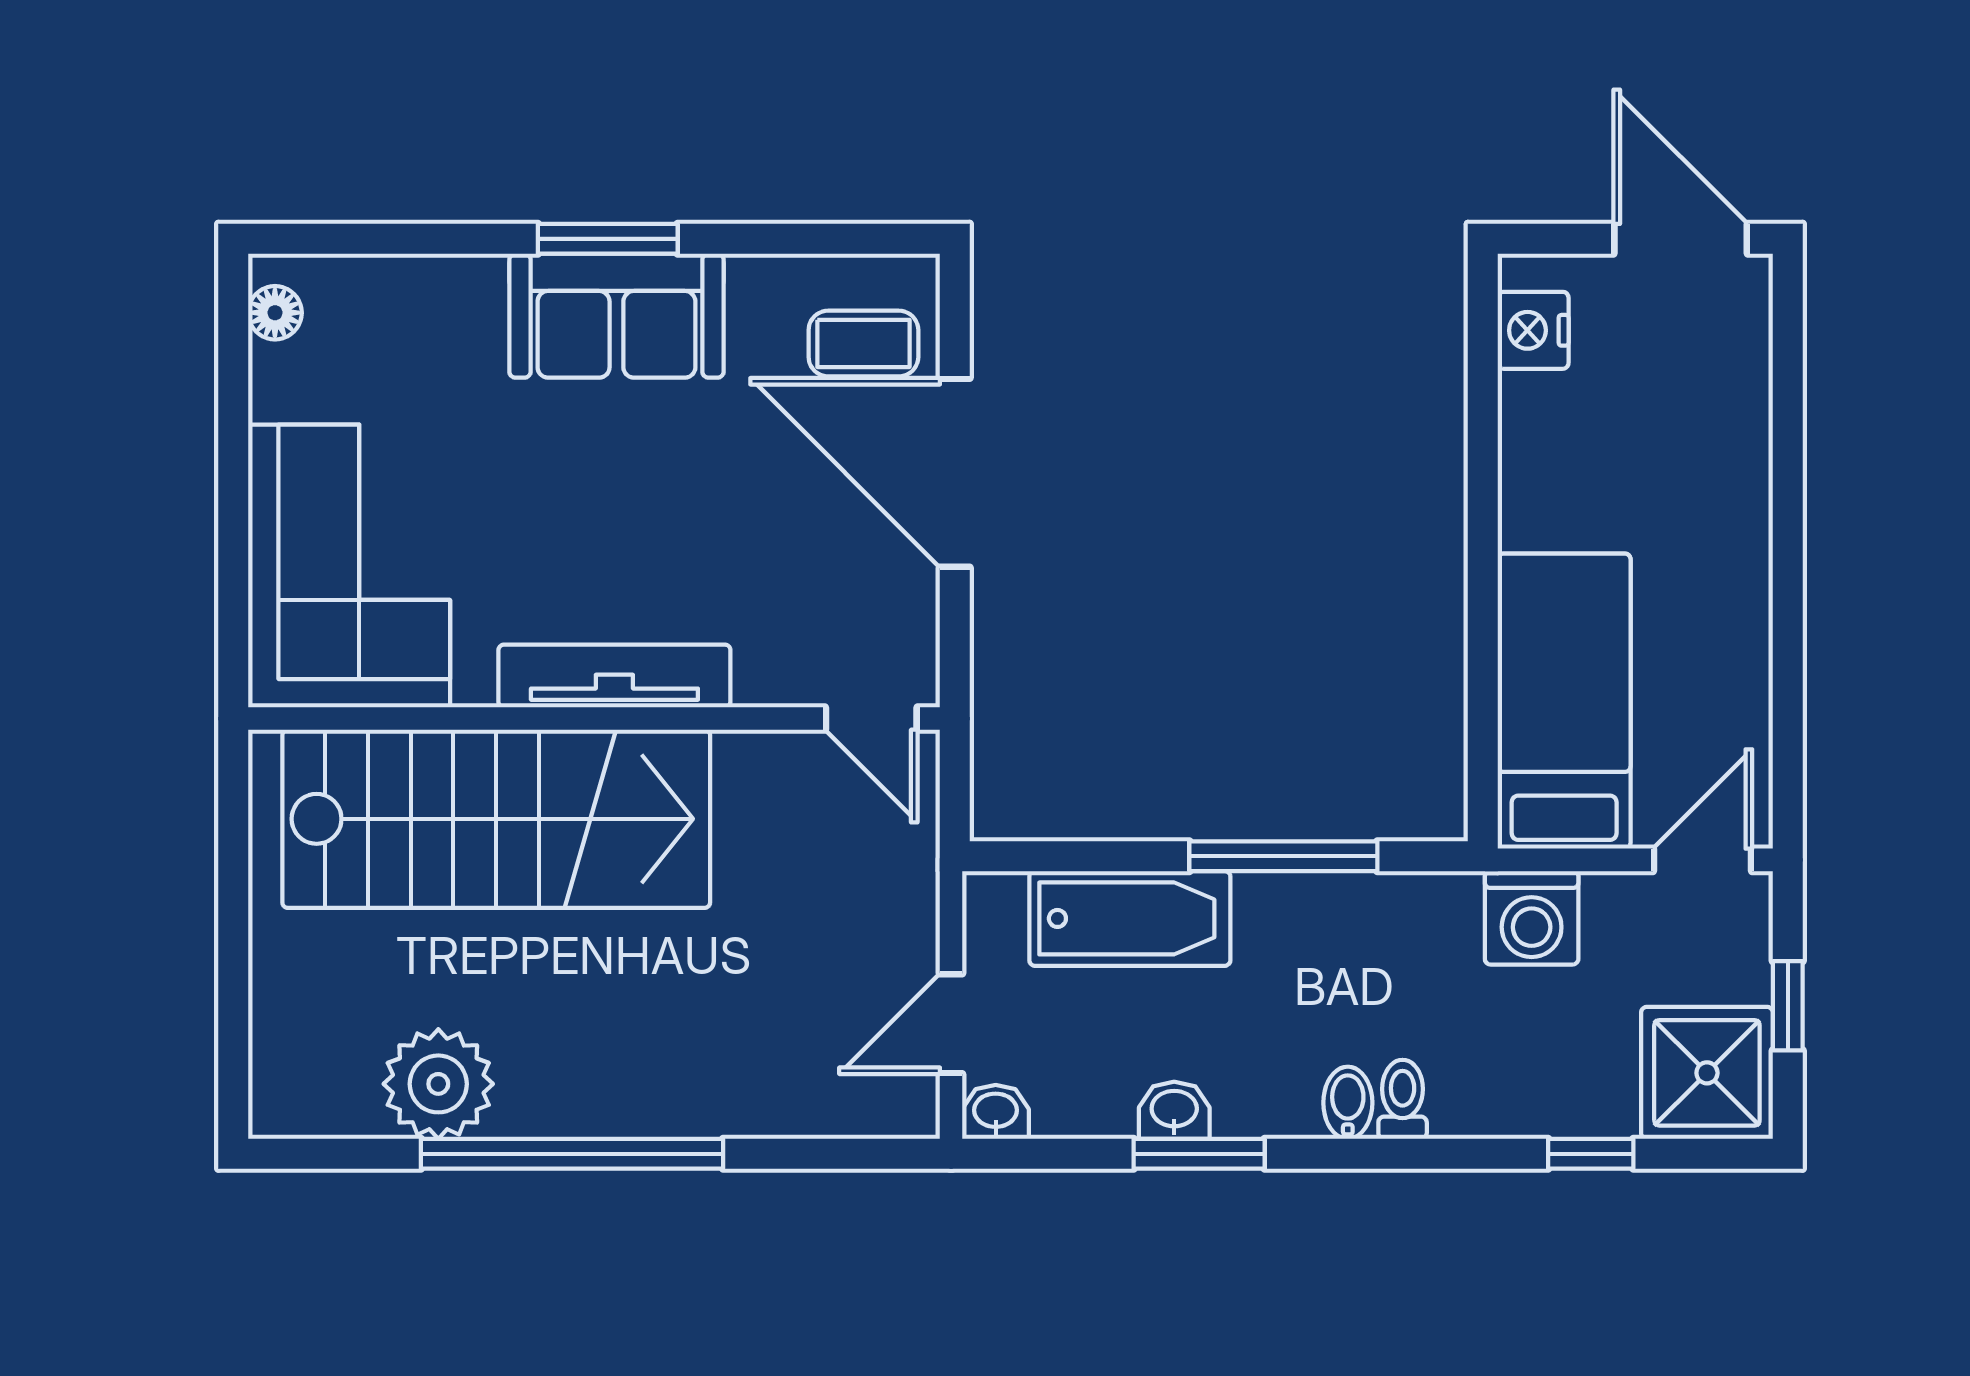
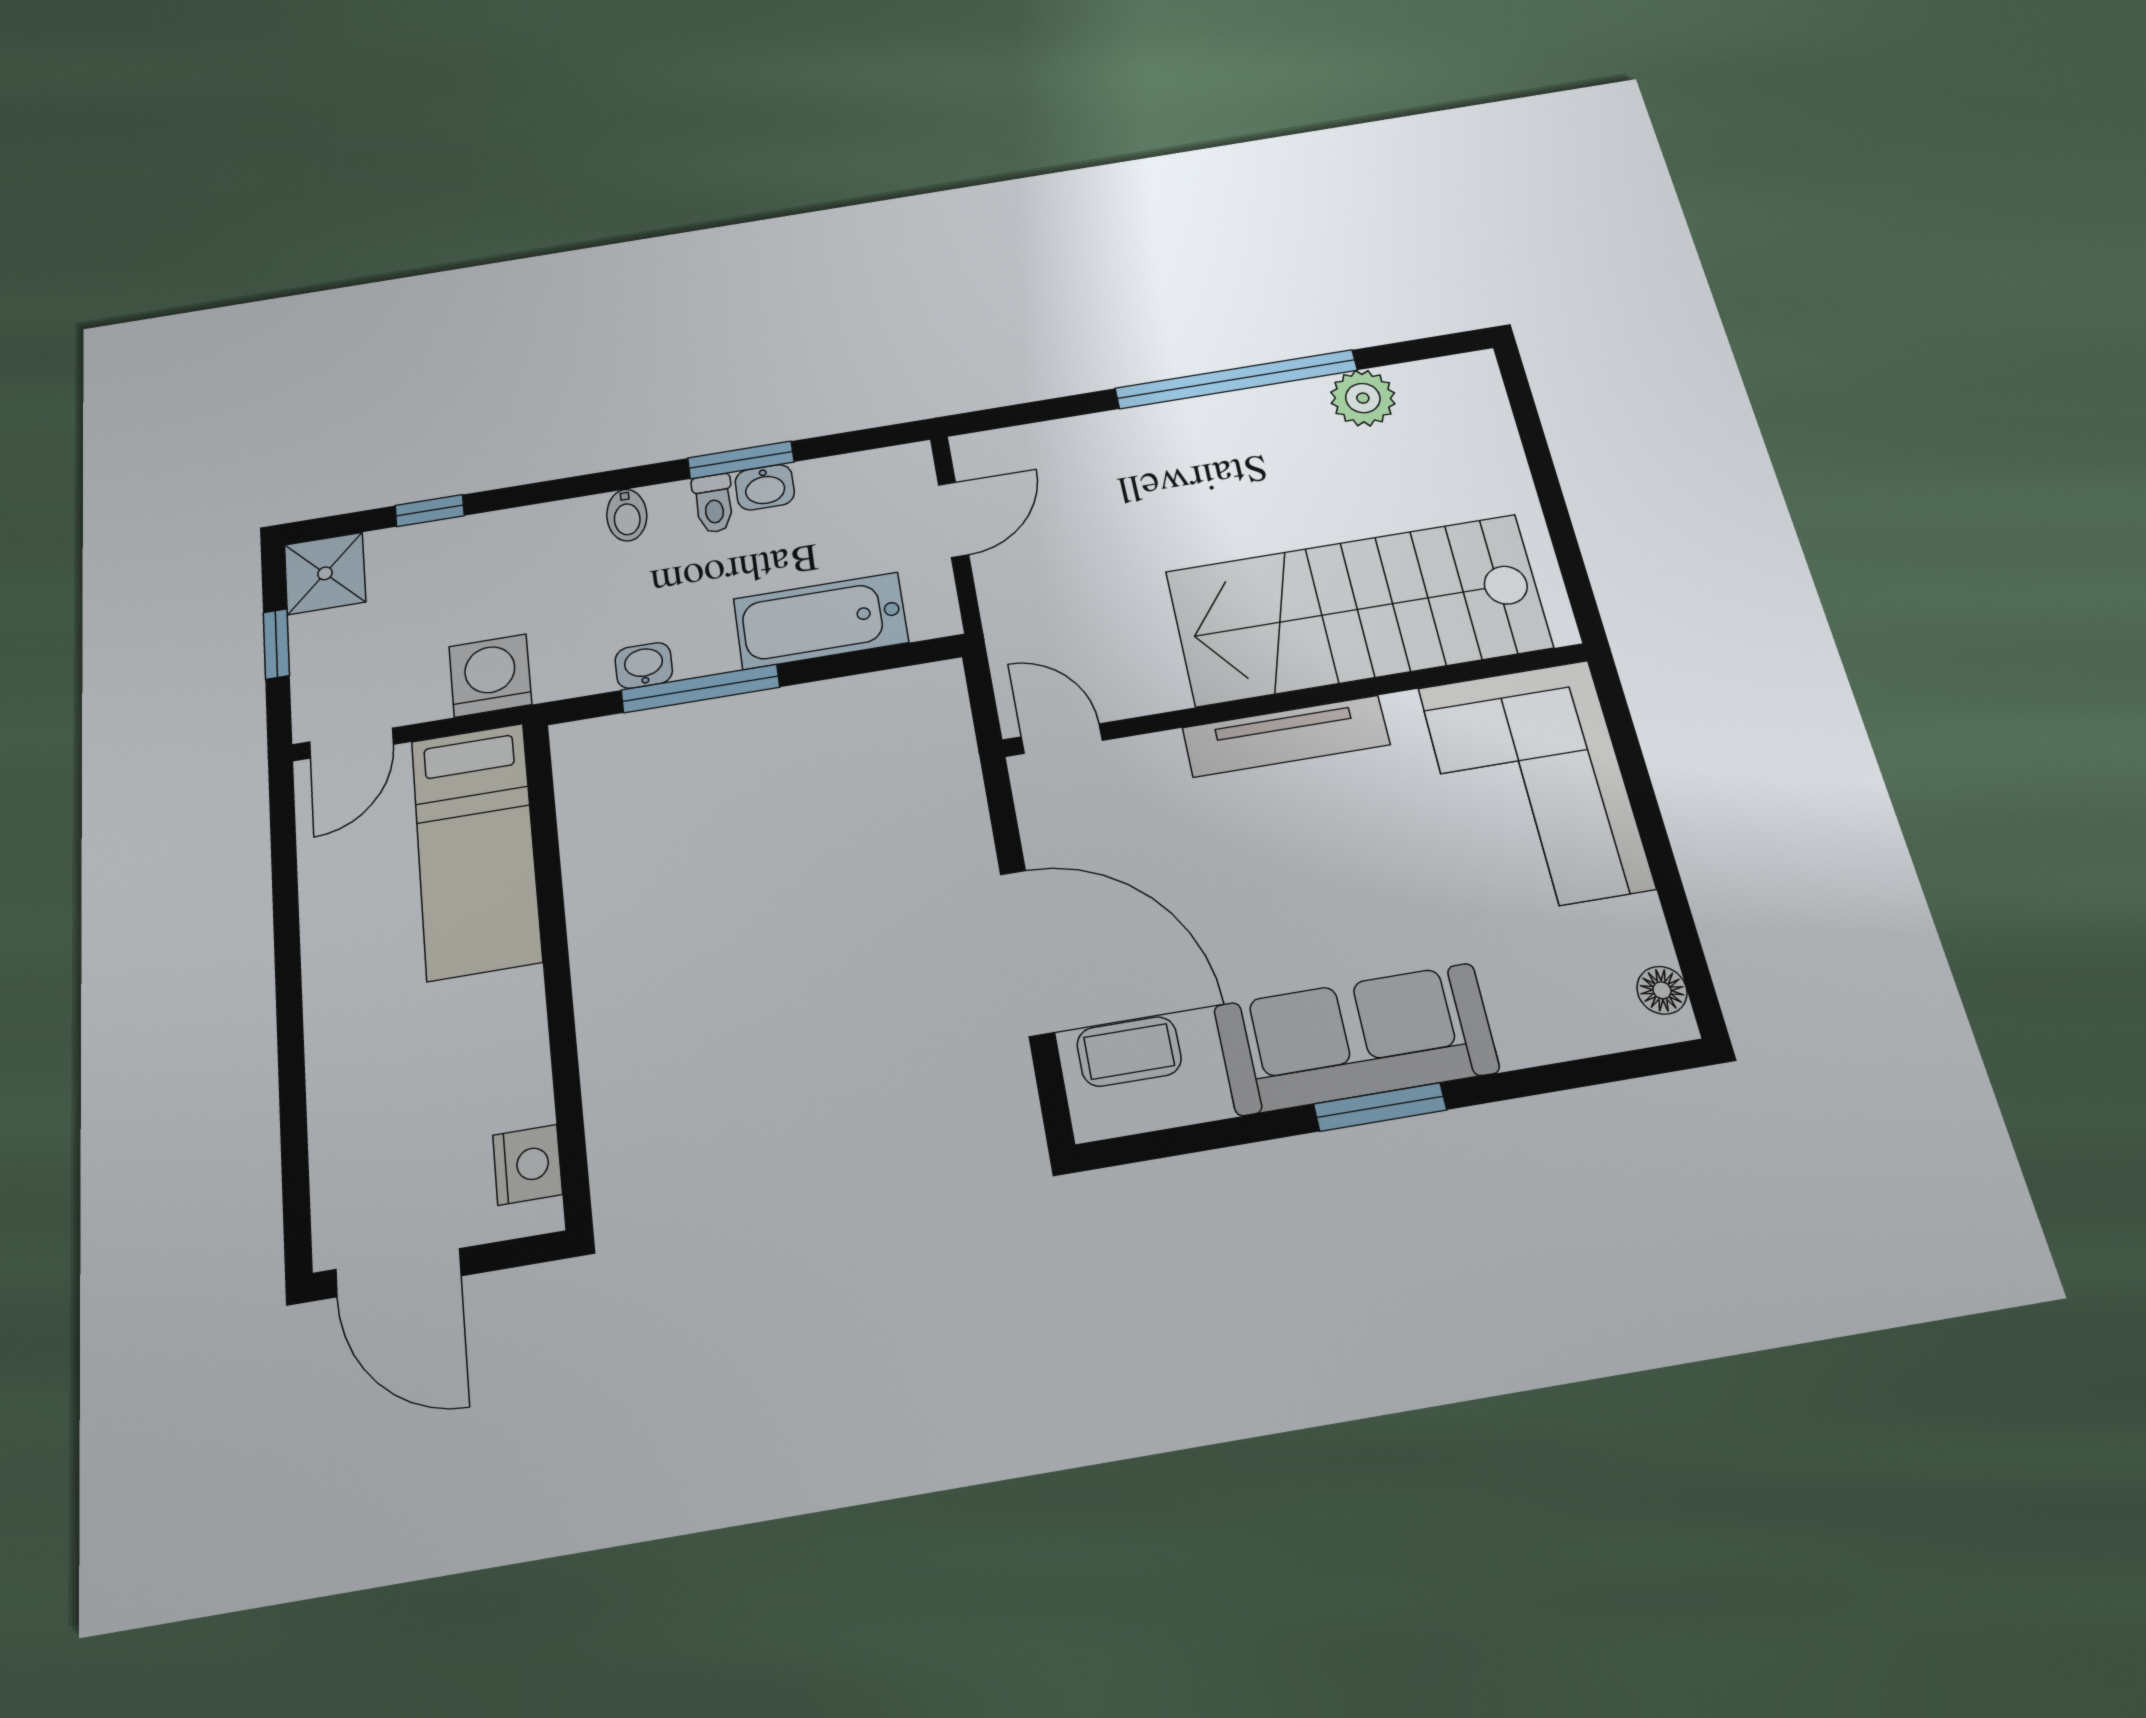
sofa: (616, 316) -> (1356, 1039), width x1.36
shower: (1707, 1073) -> (325, 573), width x0.73, depth x0.73
plant: (438, 1084) -> (1363, 398), width x0.73, depth x0.73
toilet: (1403, 1099) -> (713, 504), moved
washbasin: (996, 1112) -> (644, 665), moved, turned 180

